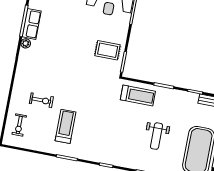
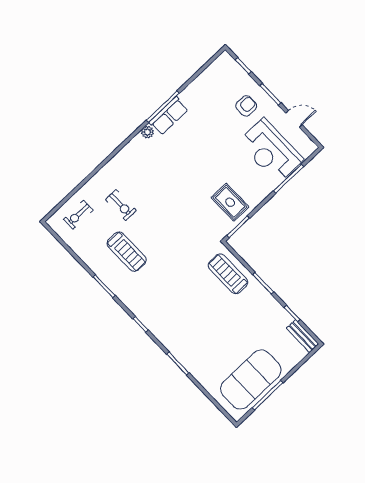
treadmill: (138, 95) -> (228, 274), turned 180
treadmill: (66, 126) -> (127, 252), turned 90
weight bench: (157, 136) -> (217, 332), removed

